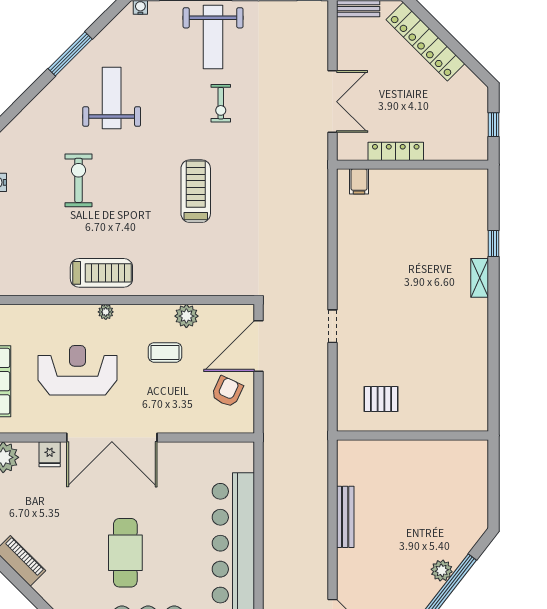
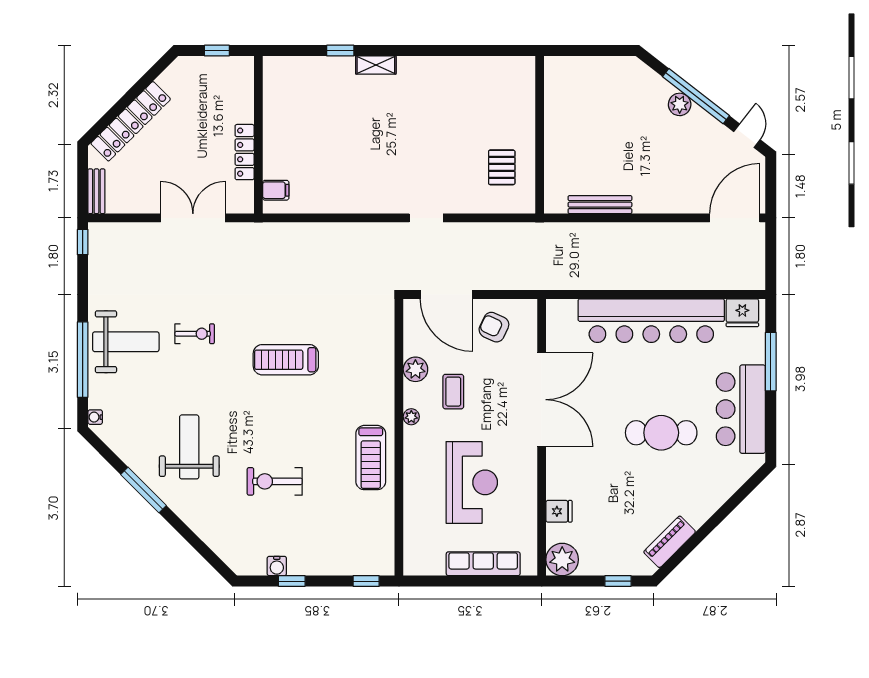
weight bench: (112, 98) -> (189, 447), turned 90
treadmill: (101, 273) -> (371, 458), turned 180
plant: (106, 312) -> (411, 417), moved
reception desk: (78, 370) -> (472, 482), turned 180
double door: (112, 438) -> (542, 400), moved
bench: (345, 517) -> (600, 205), moved

